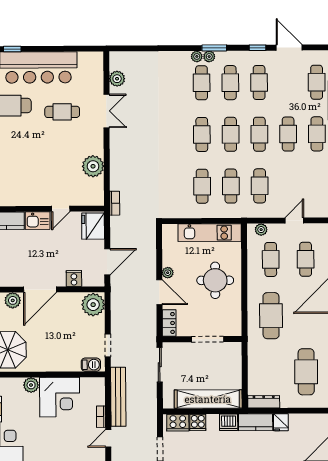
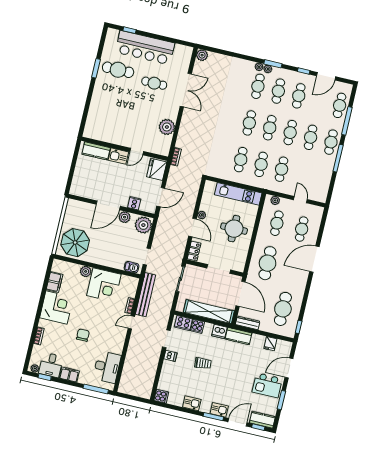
door: (289, 48) -> (326, 76), swing flipped
plant: (117, 79) -> (202, 55), moved
double door: (106, 111) -> (186, 90), width x1.37
door: (294, 220) -> (300, 200), hinge flipped
plant: (13, 300) -> (125, 217), moved
door: (245, 365) -> (240, 294), added
fridge: (281, 422) -> (270, 344), moved

